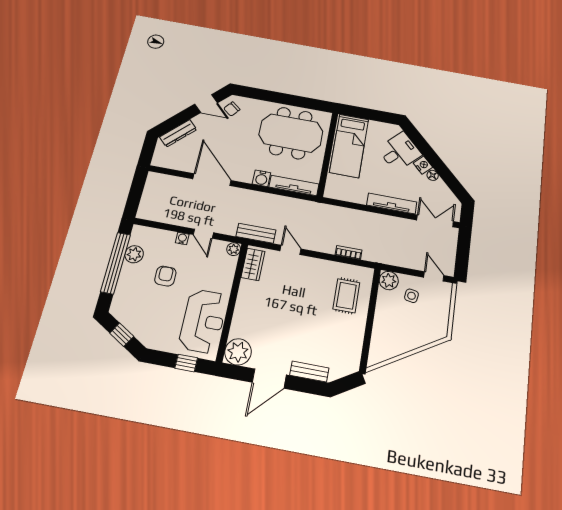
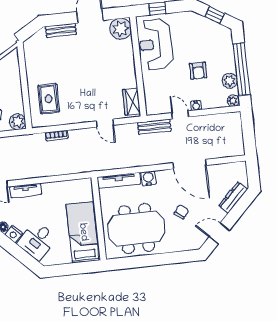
chair: (232, 109) -> (181, 212), moved
tv unit: (392, 203) -> (26, 191), width x0.71
bench: (256, 233) -> (154, 127), moved
plant: (234, 249) -> (233, 101), moved

